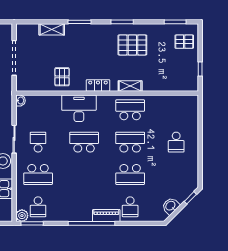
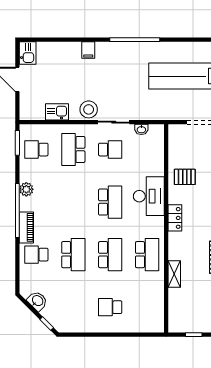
shelving: (130, 86) -> (174, 274), moved
washbasin: (20, 101) -> (141, 129), moved
school desk: (130, 174) -> (73, 255), turned 180
plant: (22, 216) -> (26, 189), moved

